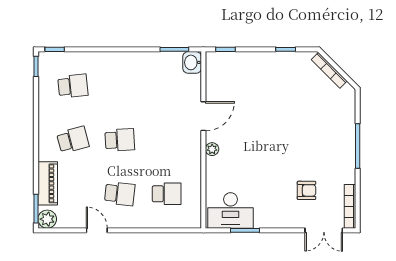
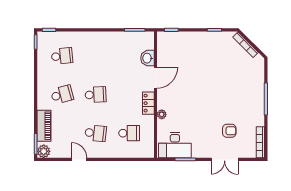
washbasin: (192, 62) -> (147, 58), moved
plant: (212, 149) -> (162, 114), moved
locker: (194, 152) -> (148, 103), added
double door: (324, 230) -> (225, 159), moved

